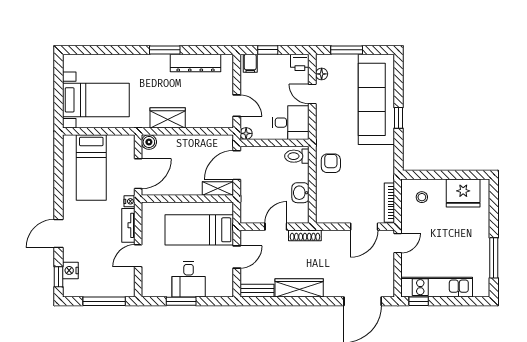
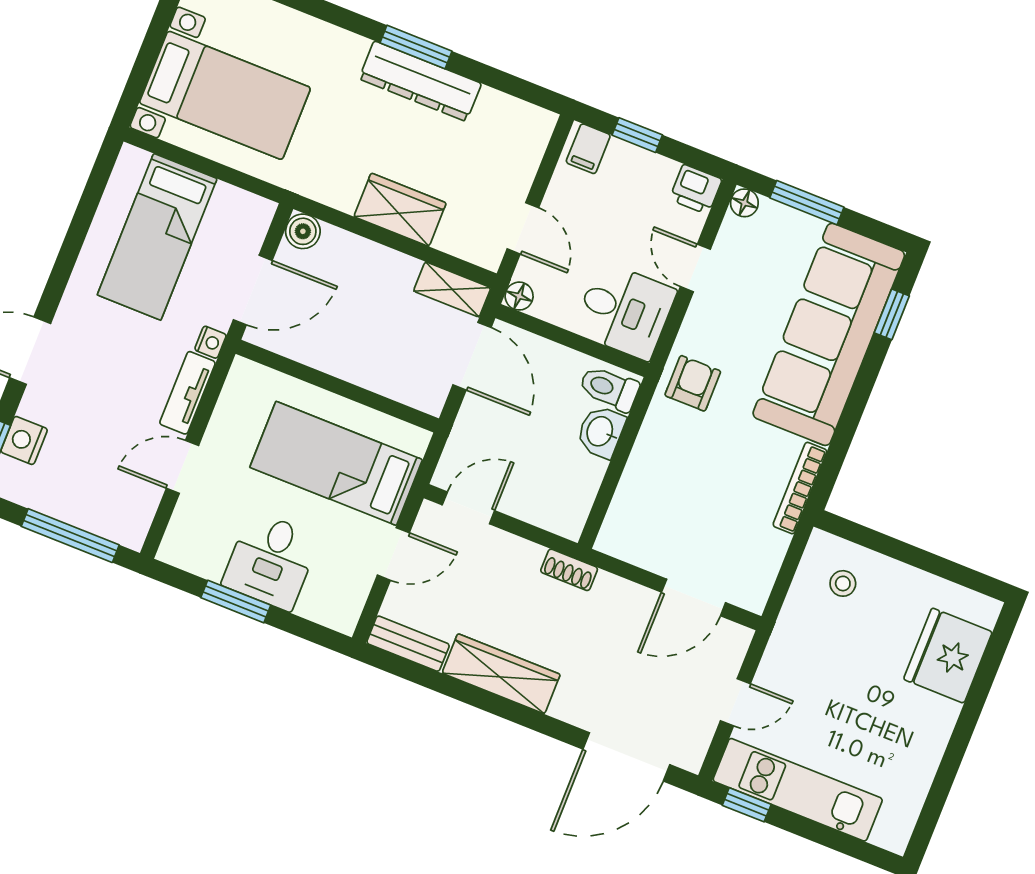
dresser: (196, 63) -> (420, 81), moved
floor lamp: (322, 74) -> (744, 203), moved
wardrobe: (168, 118) -> (400, 210), moved
window: (399, 118) -> (892, 314), moved
armchair: (331, 163) -> (693, 383), moved
door: (237, 165) -> (472, 356), swing flipped
shelving: (218, 188) -> (452, 289), moved
washbasin: (300, 193) -> (601, 432), moved
fridge: (463, 193) -> (948, 656), moved, turned 90
bookcase: (389, 203) -> (800, 488), moved
door: (276, 227) -> (468, 508), moved
shoe rack: (305, 235) -> (569, 570), width x0.70
door: (398, 243) -> (735, 702), moved
window: (494, 258) -> (946, 776), removed

